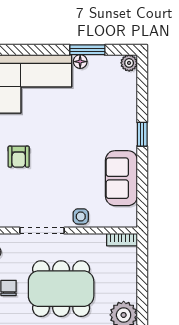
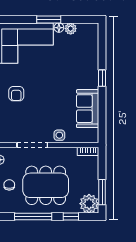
window: (87, 50) -> (49, 19), moved
plant: (129, 63) -> (71, 29), moved
window: (142, 298) -> (102, 192), added

